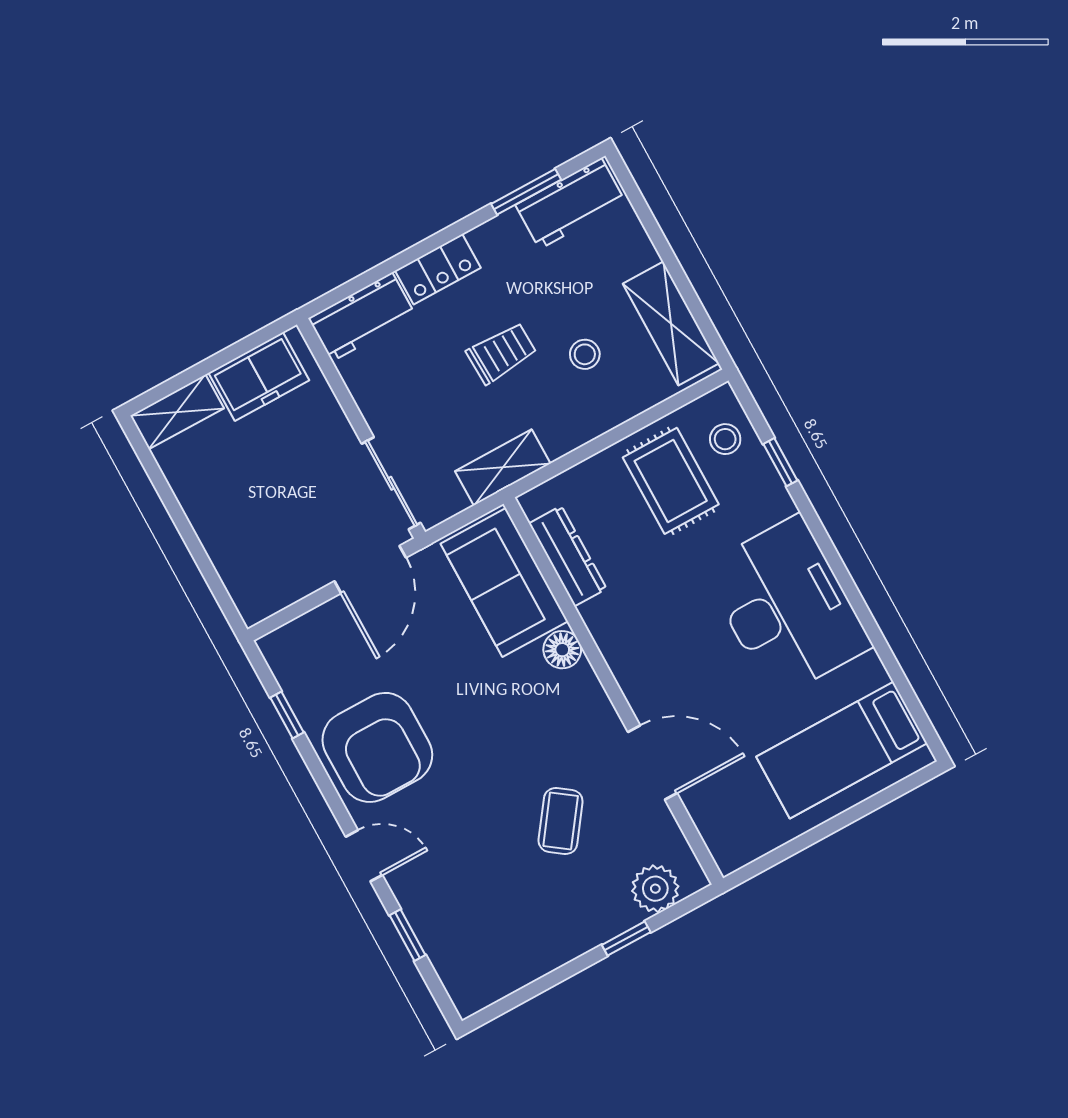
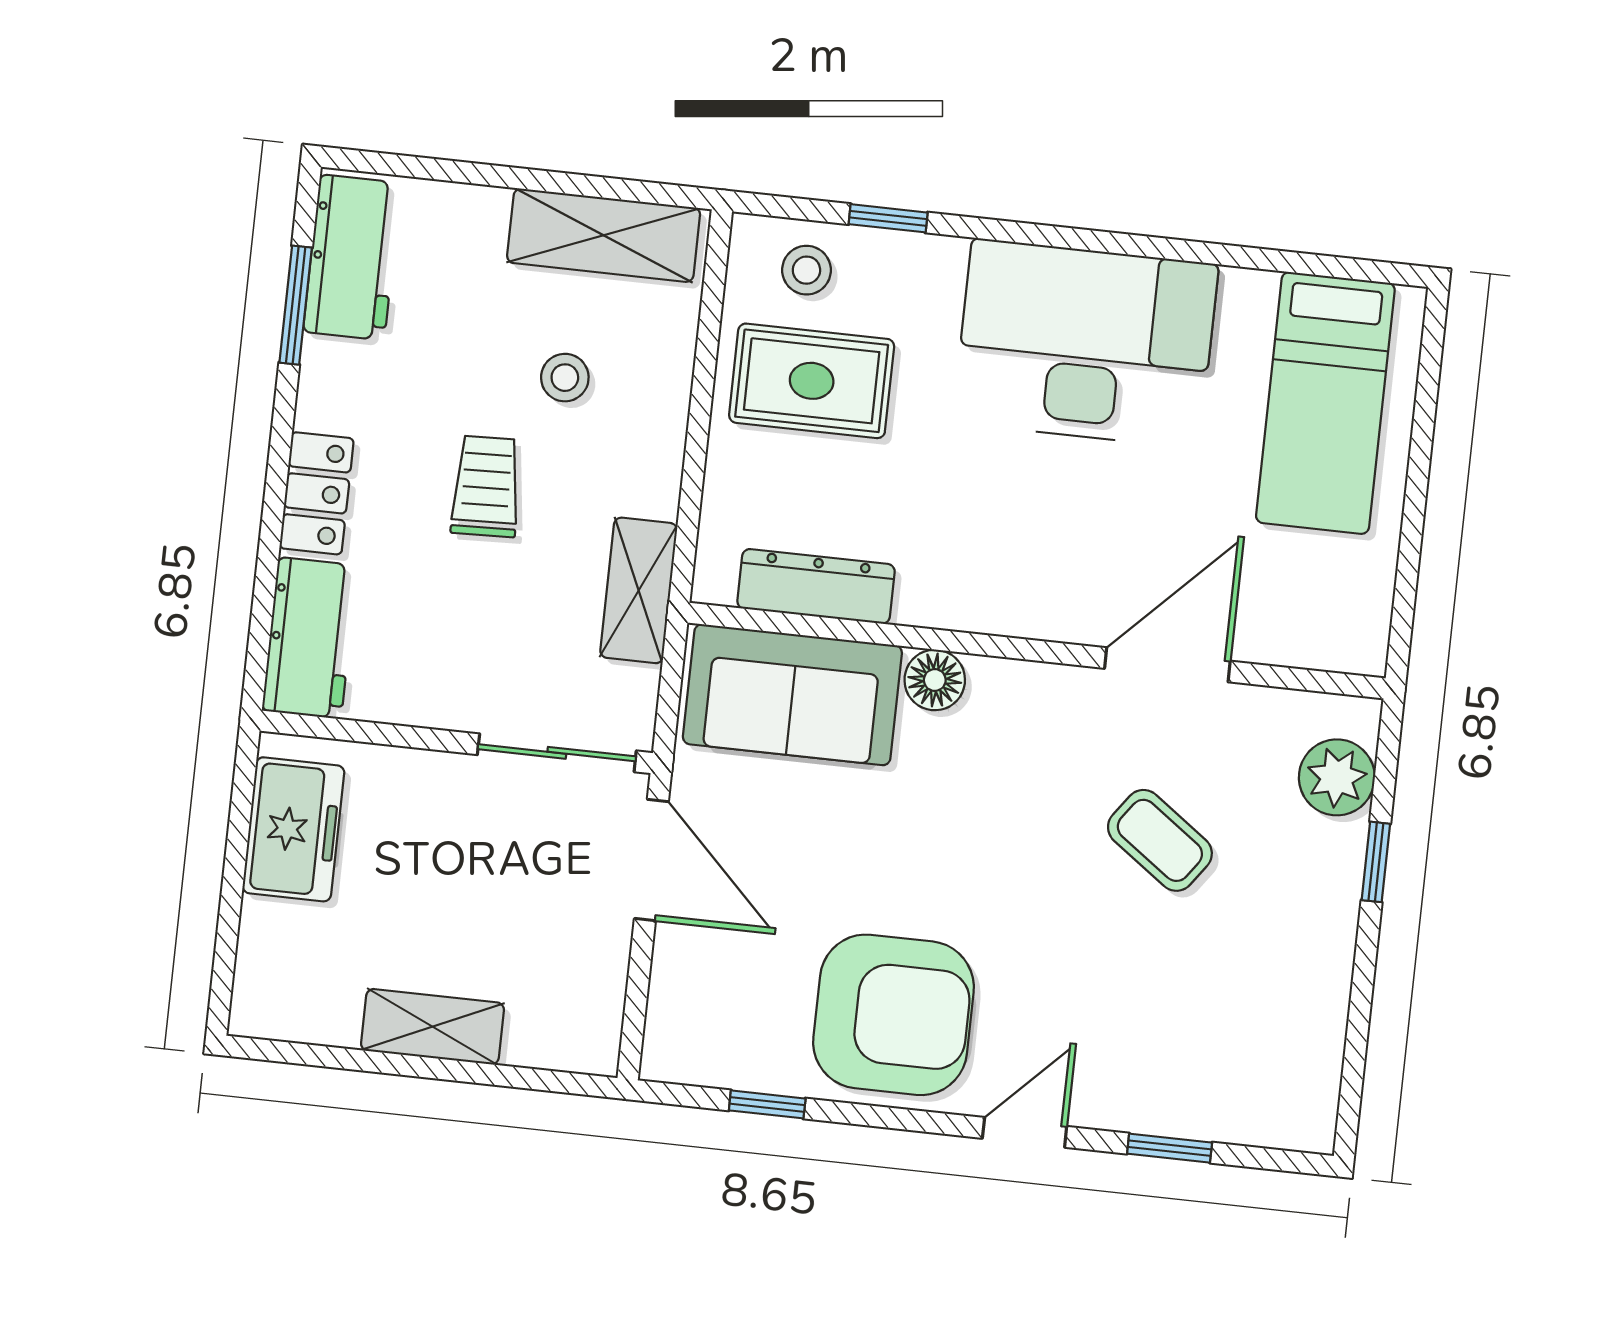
shelving: (177, 412) -> (432, 1027), moved, turned 90

